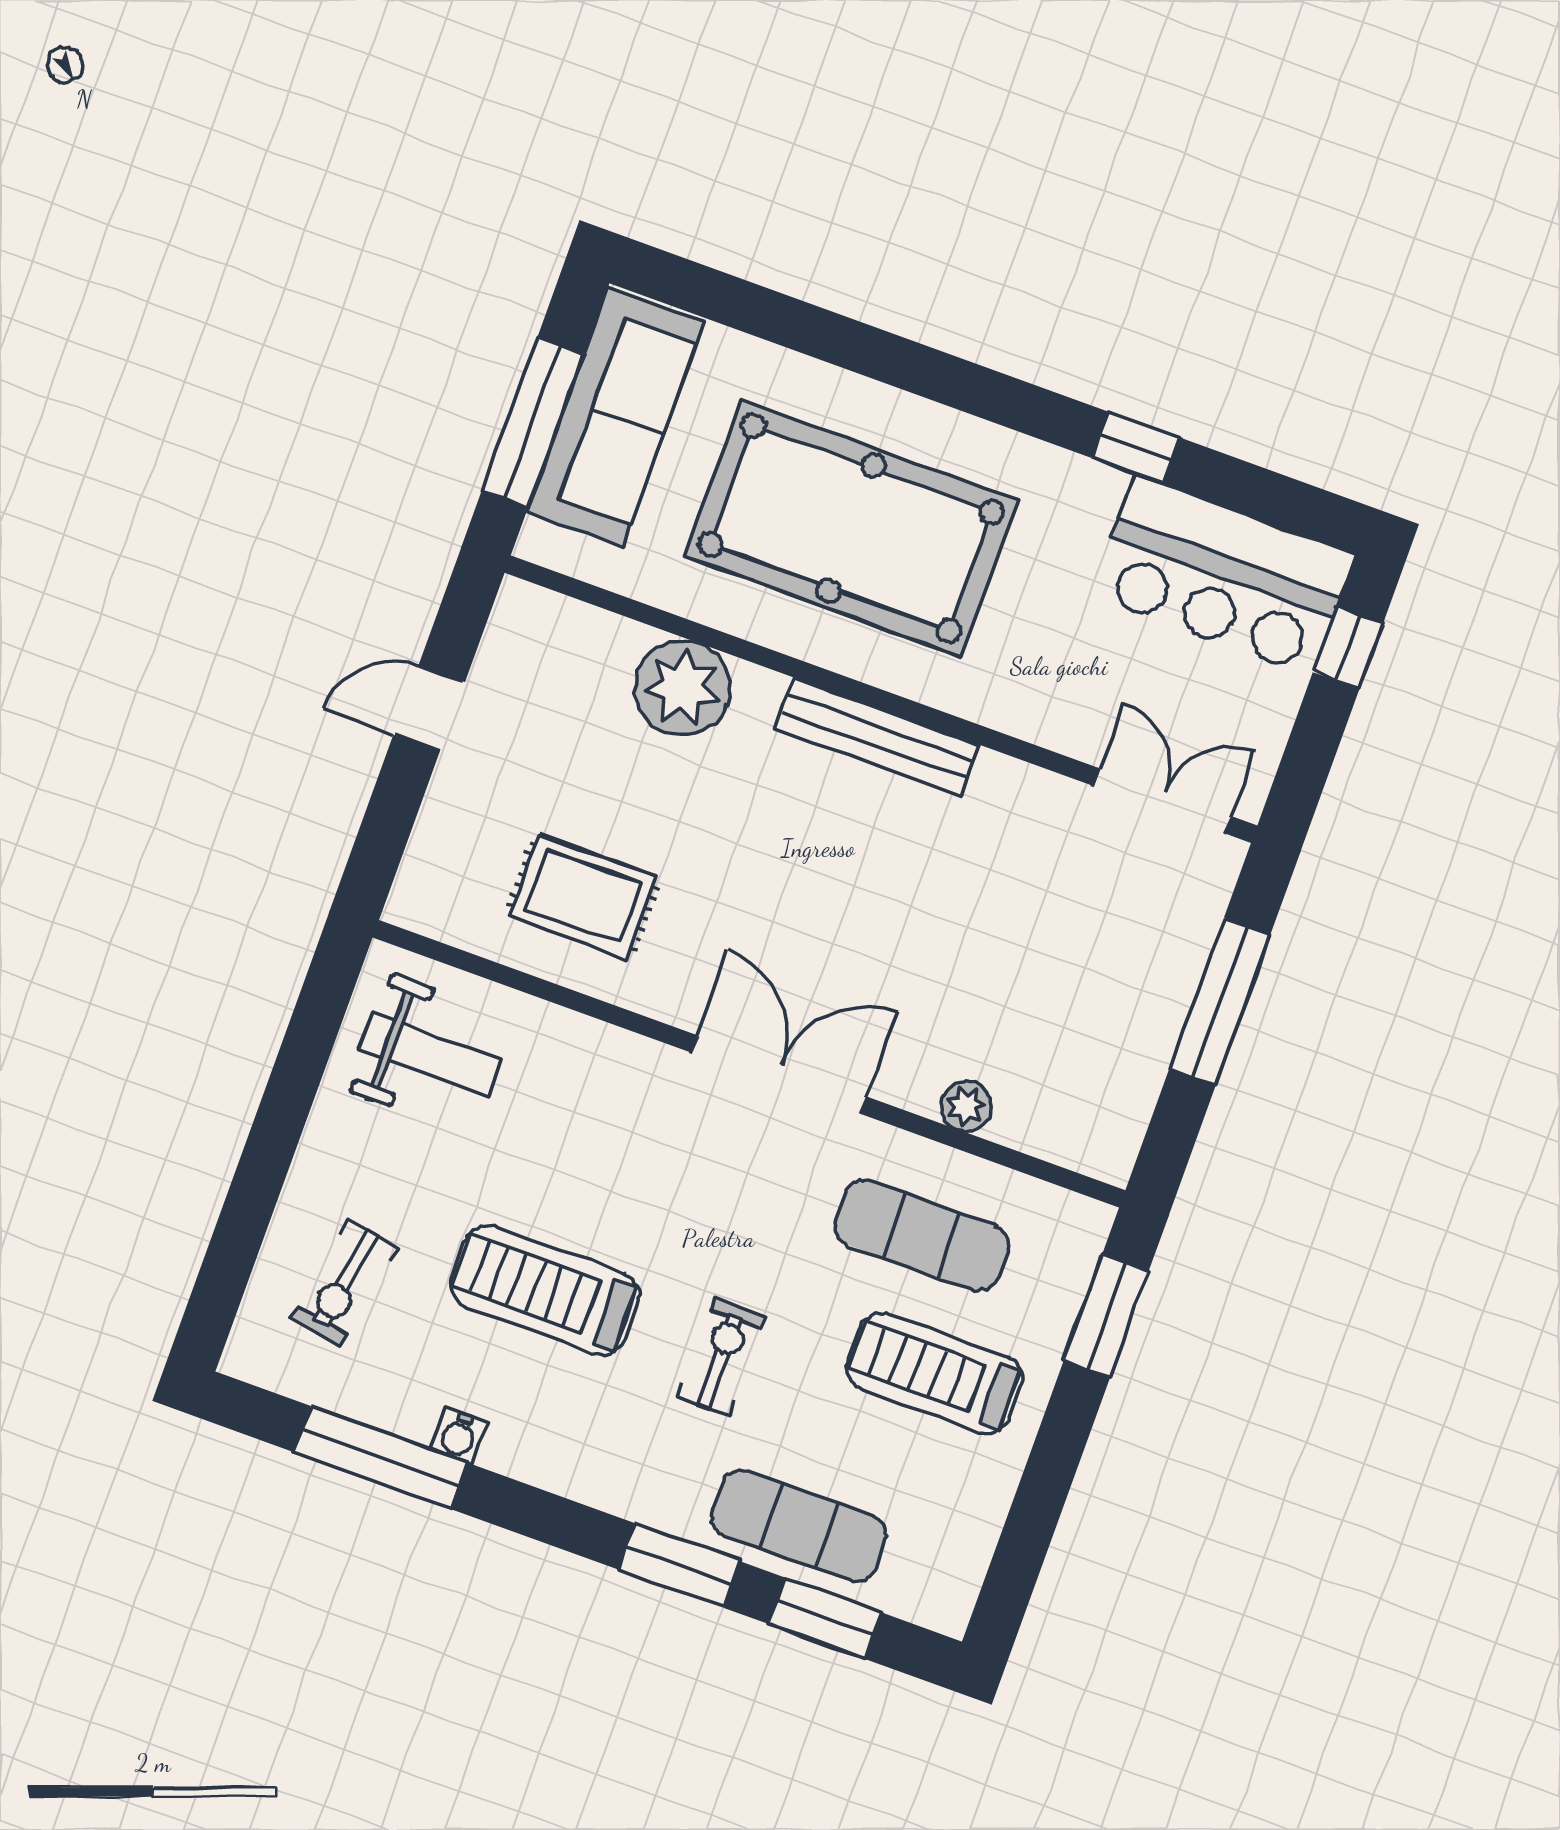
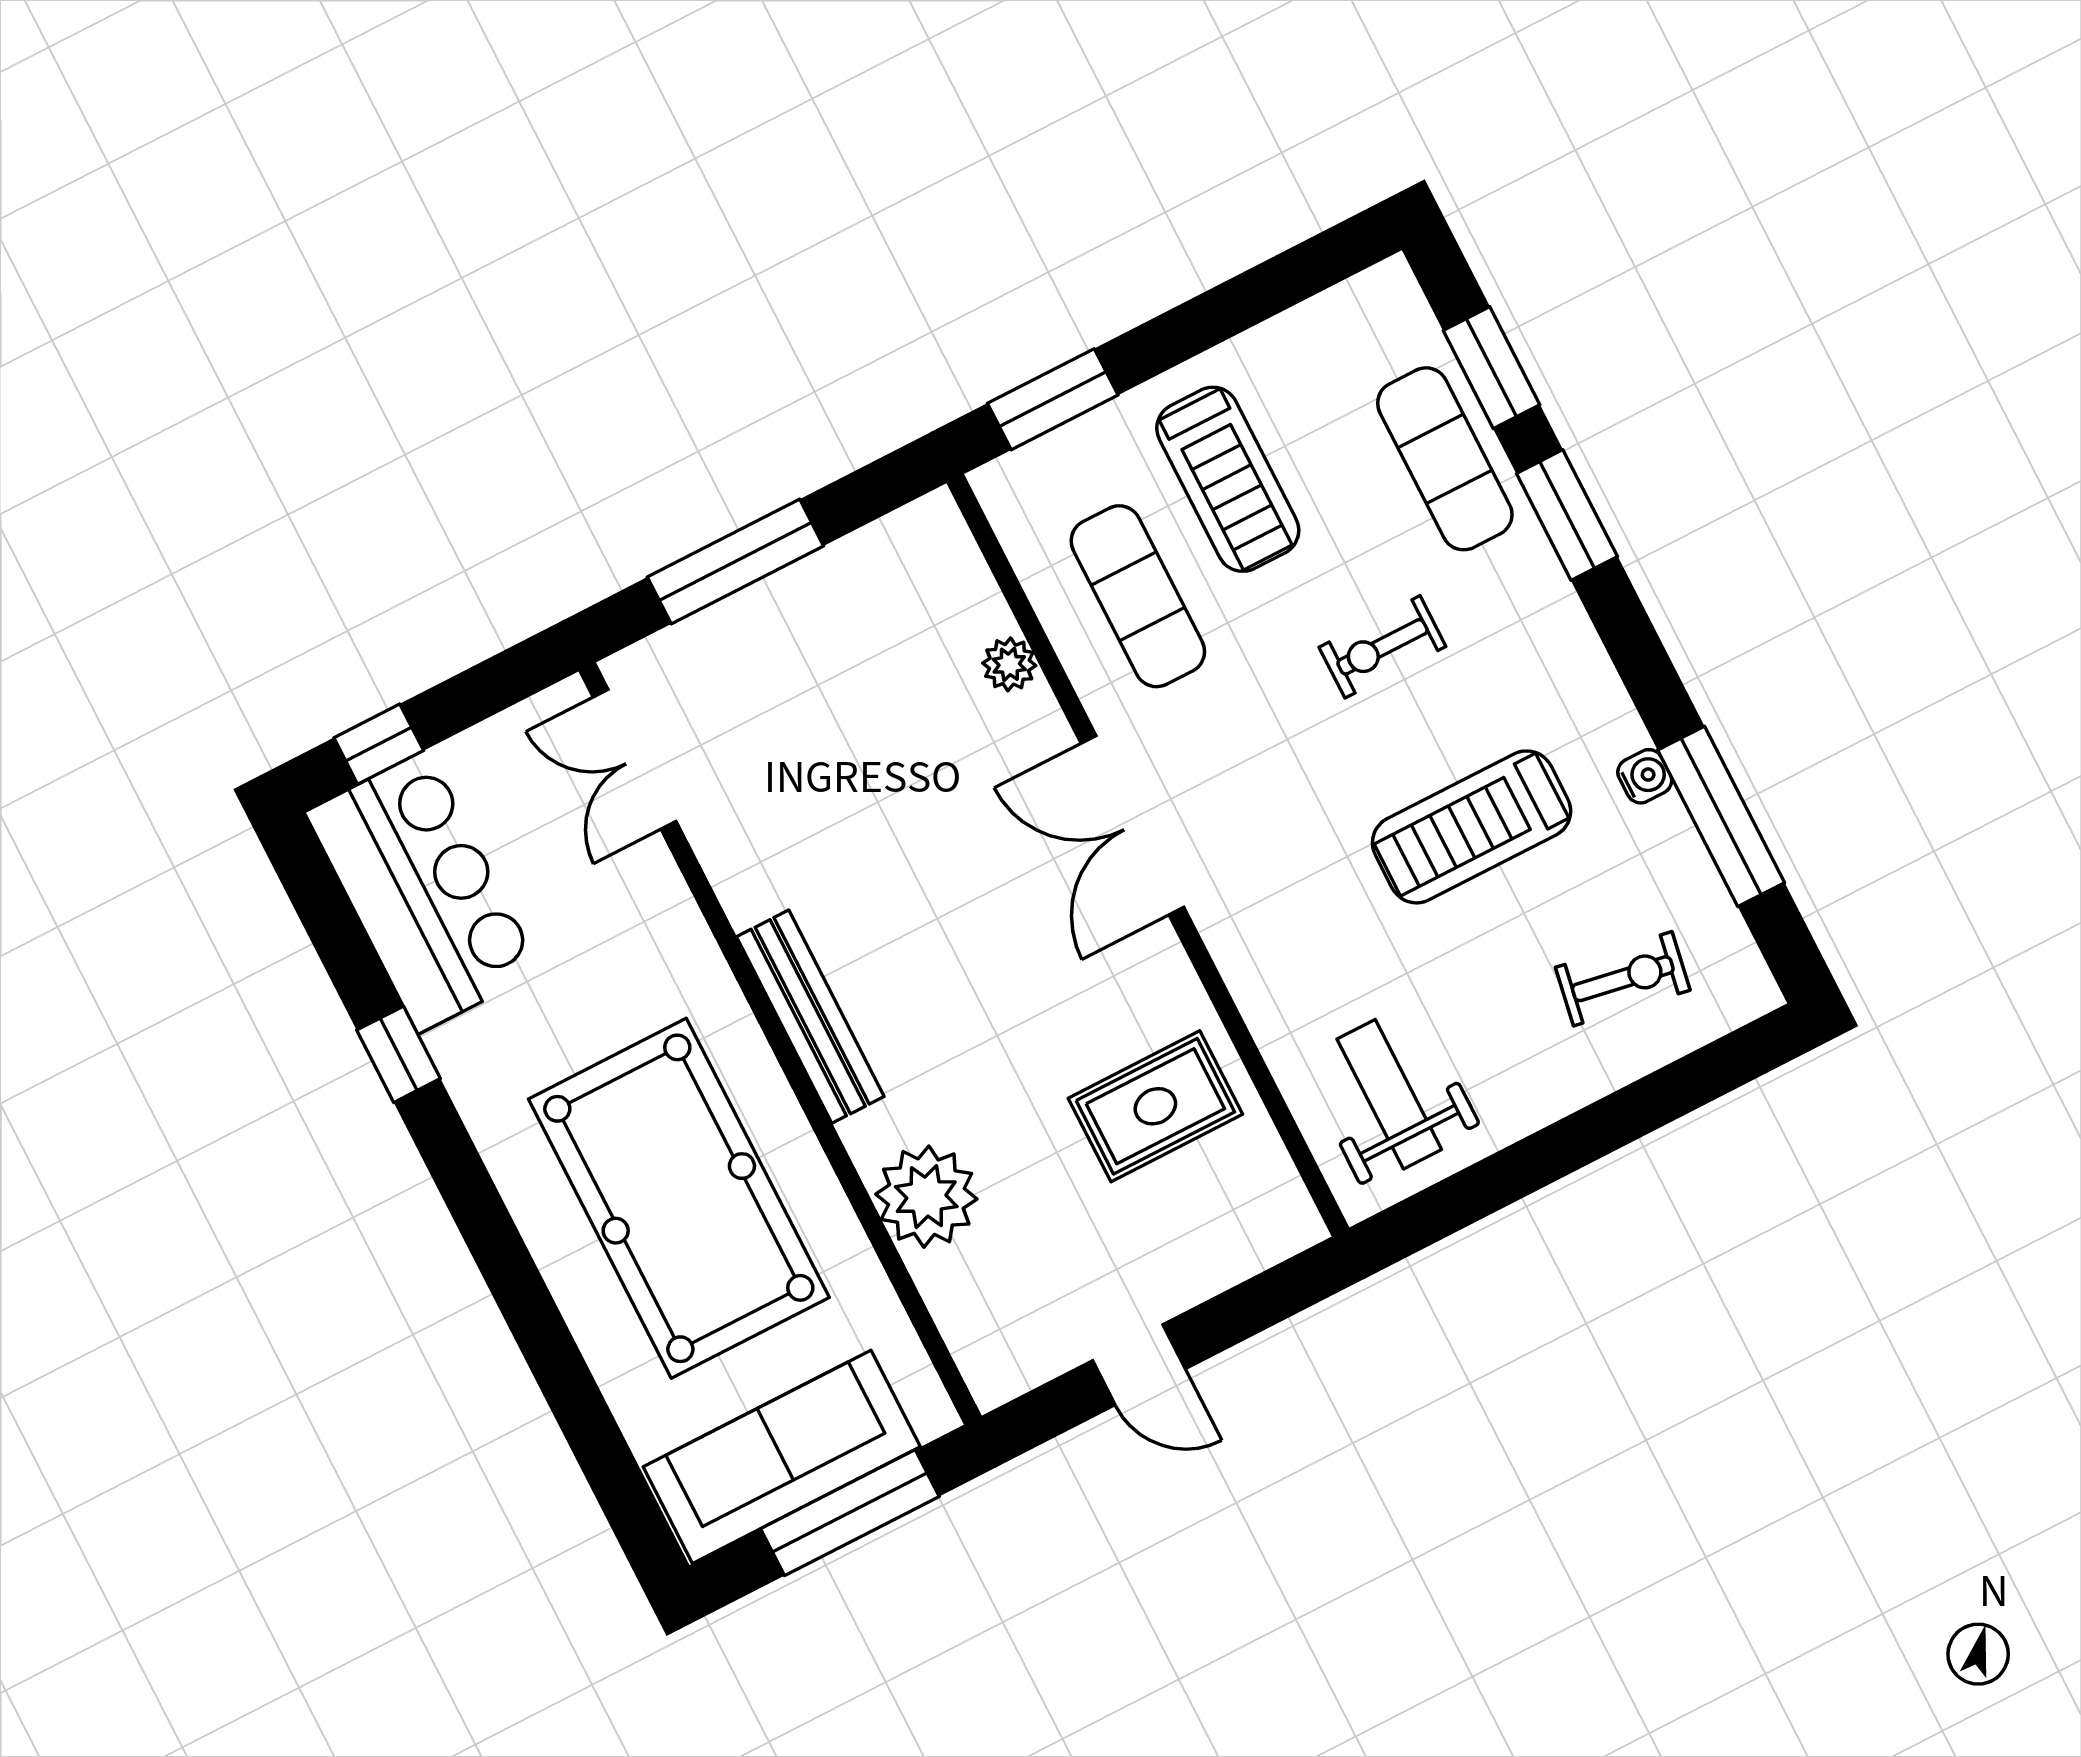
rug: (583, 896) -> (1155, 1106), turned 90
treadmill: (545, 1290) -> (1472, 827), turned 90

